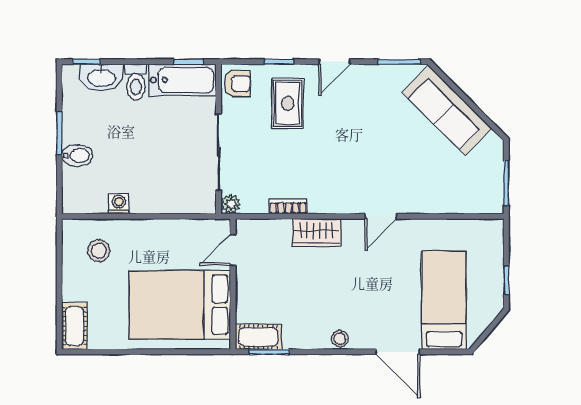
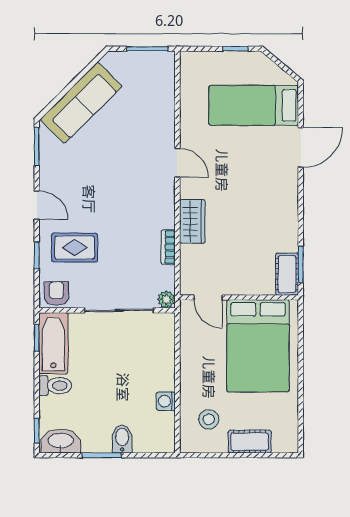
washbasin: (101, 77) -> (61, 441), moved, turned -90
cot: (74, 326) -> (250, 442), moved
stool: (340, 339) -> (289, 200), removed

